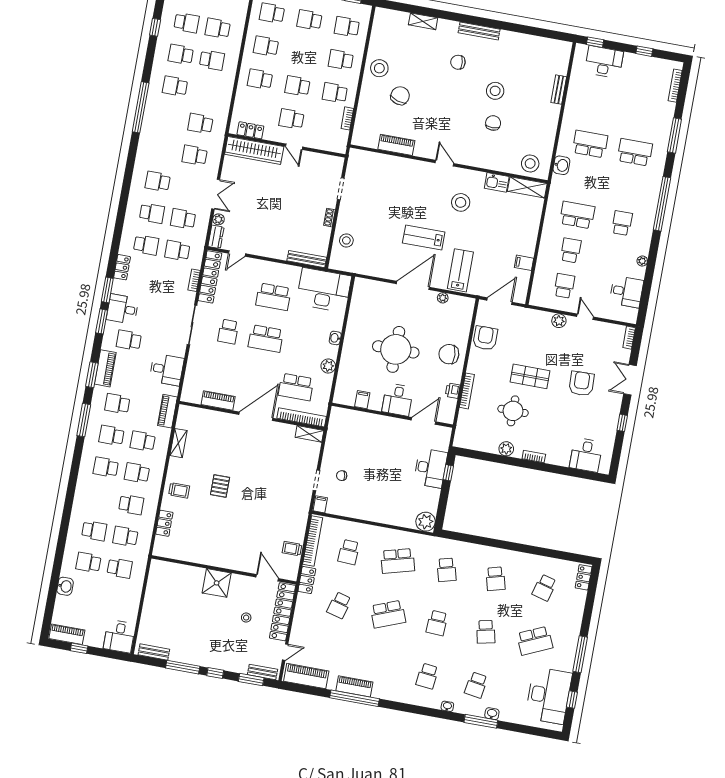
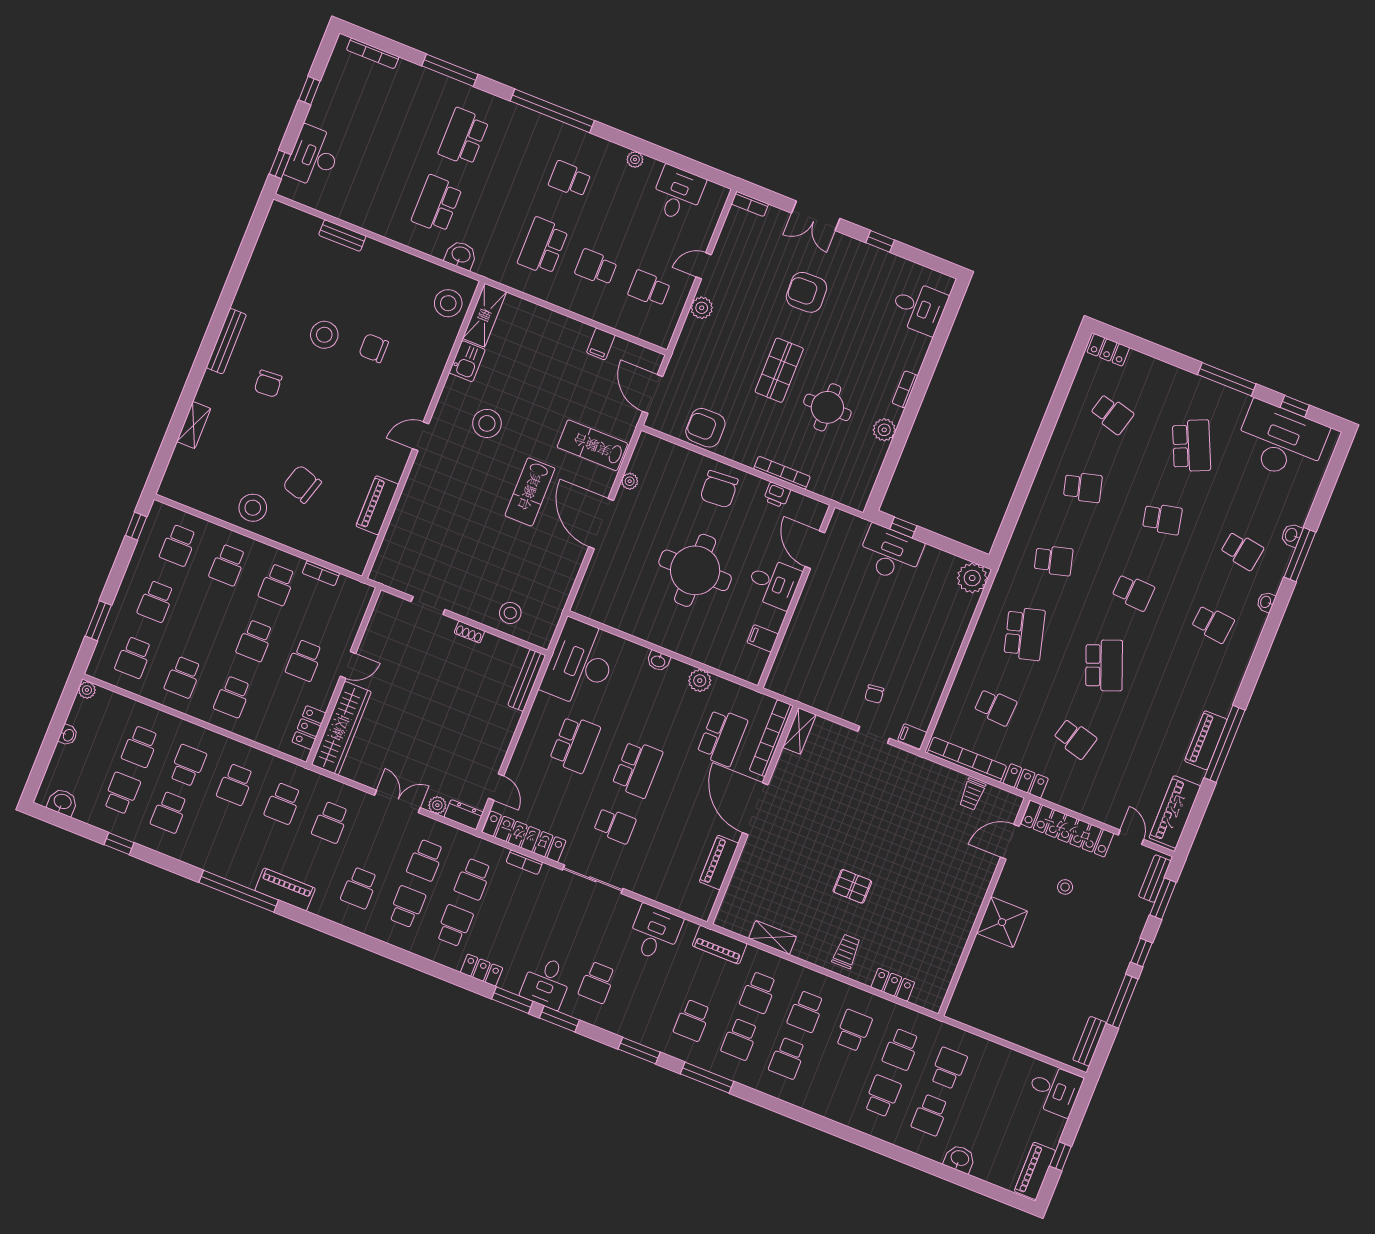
school desk: (175, 86) -> (235, 784), moved
piano: (105, 368) -> (285, 889), moved

